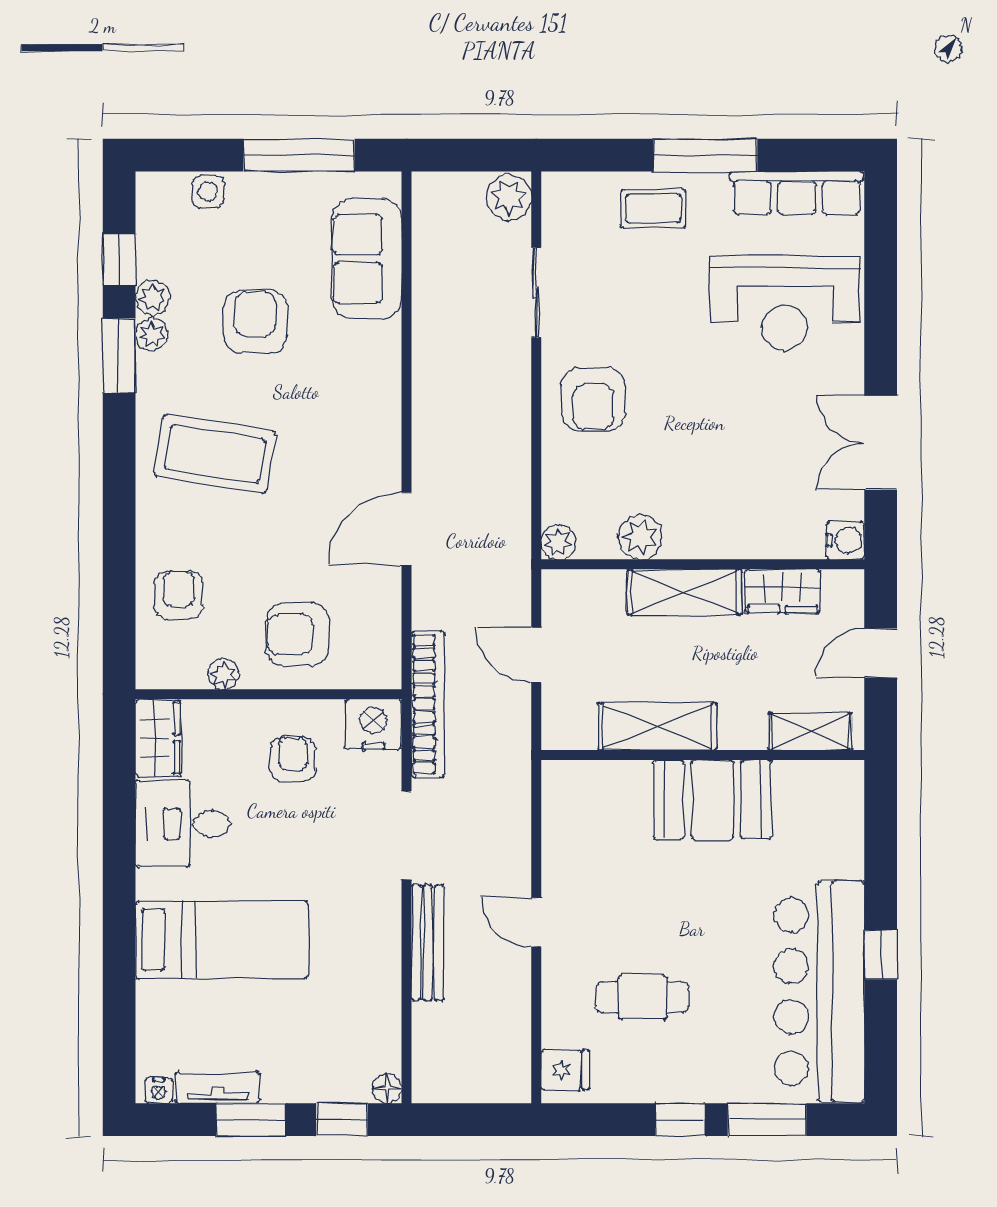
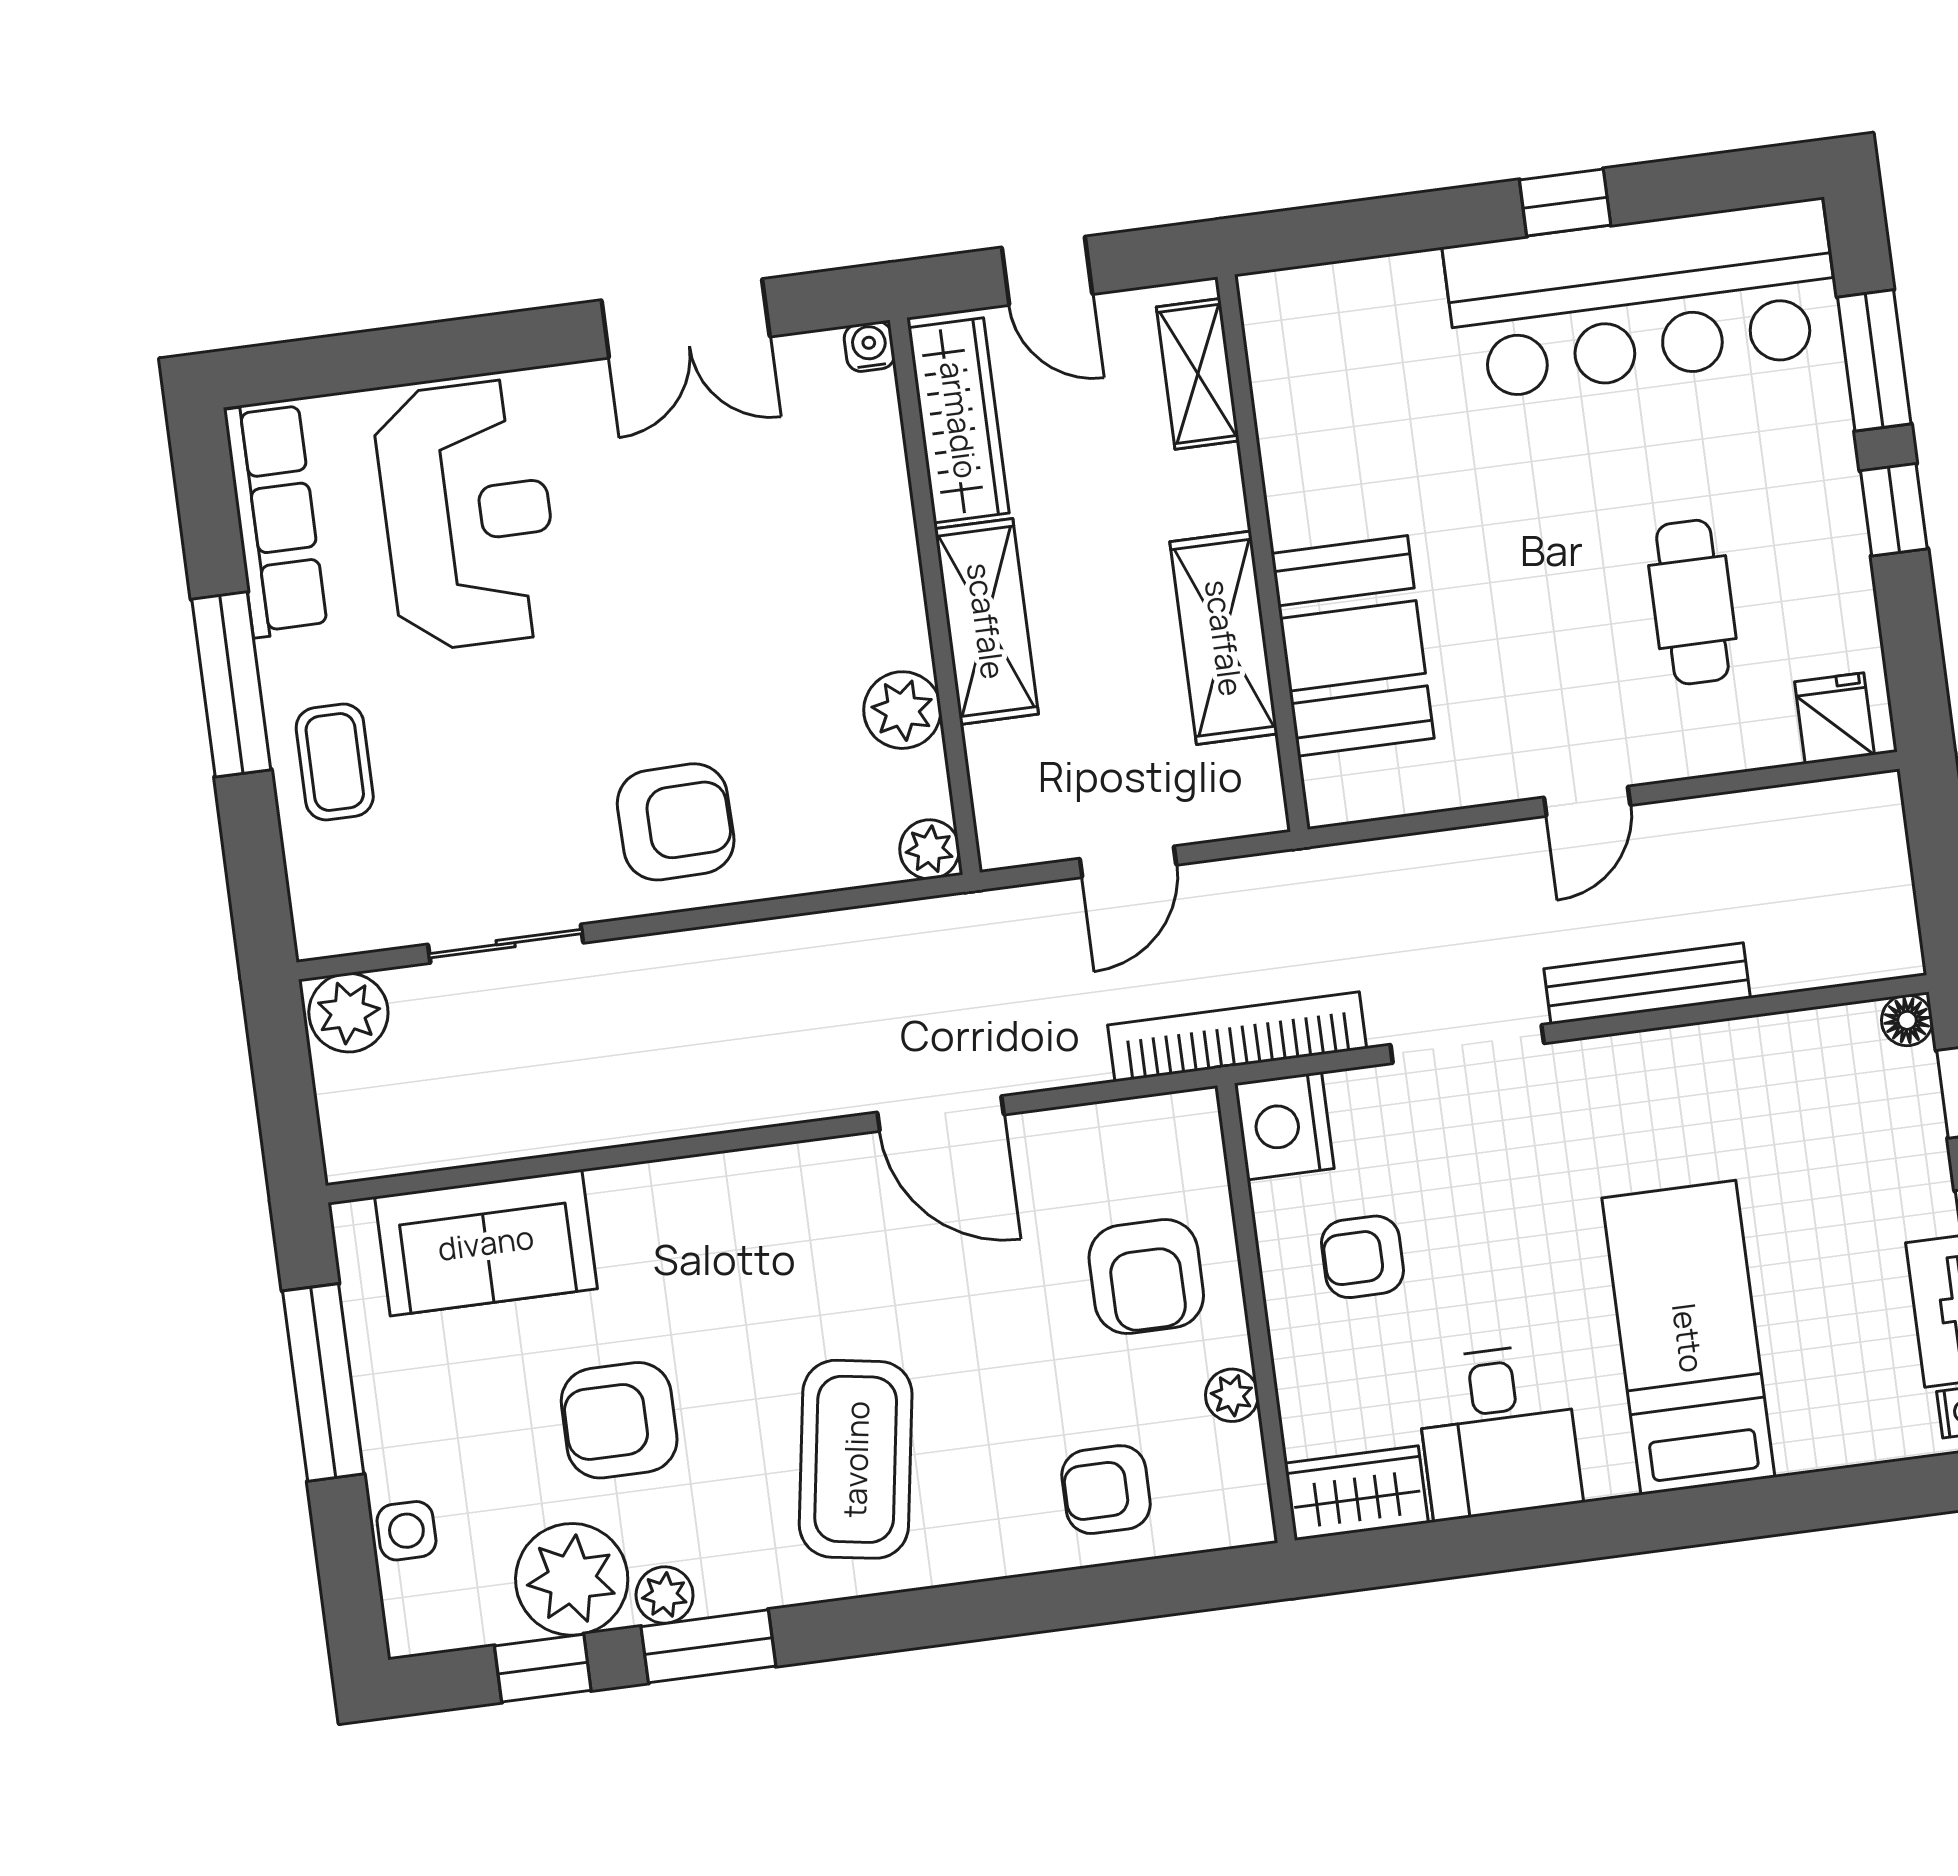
plant: (153, 298) -> (572, 1579), width x1.88, depth x1.88
water cooler: (845, 540) -> (869, 347), width x0.72, depth x0.72
wardrobe: (783, 591) -> (959, 420), width x1.50
booth: (712, 800) -> (1353, 646), moved

